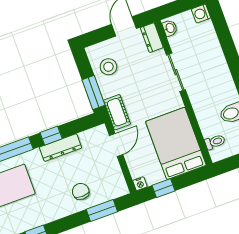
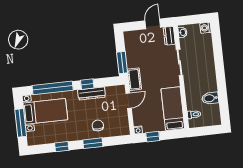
stool: (108, 67) -> (136, 48), removed
bed: (176, 143) -> (173, 109), width x0.67
window: (102, 211) -> (93, 143), moved

